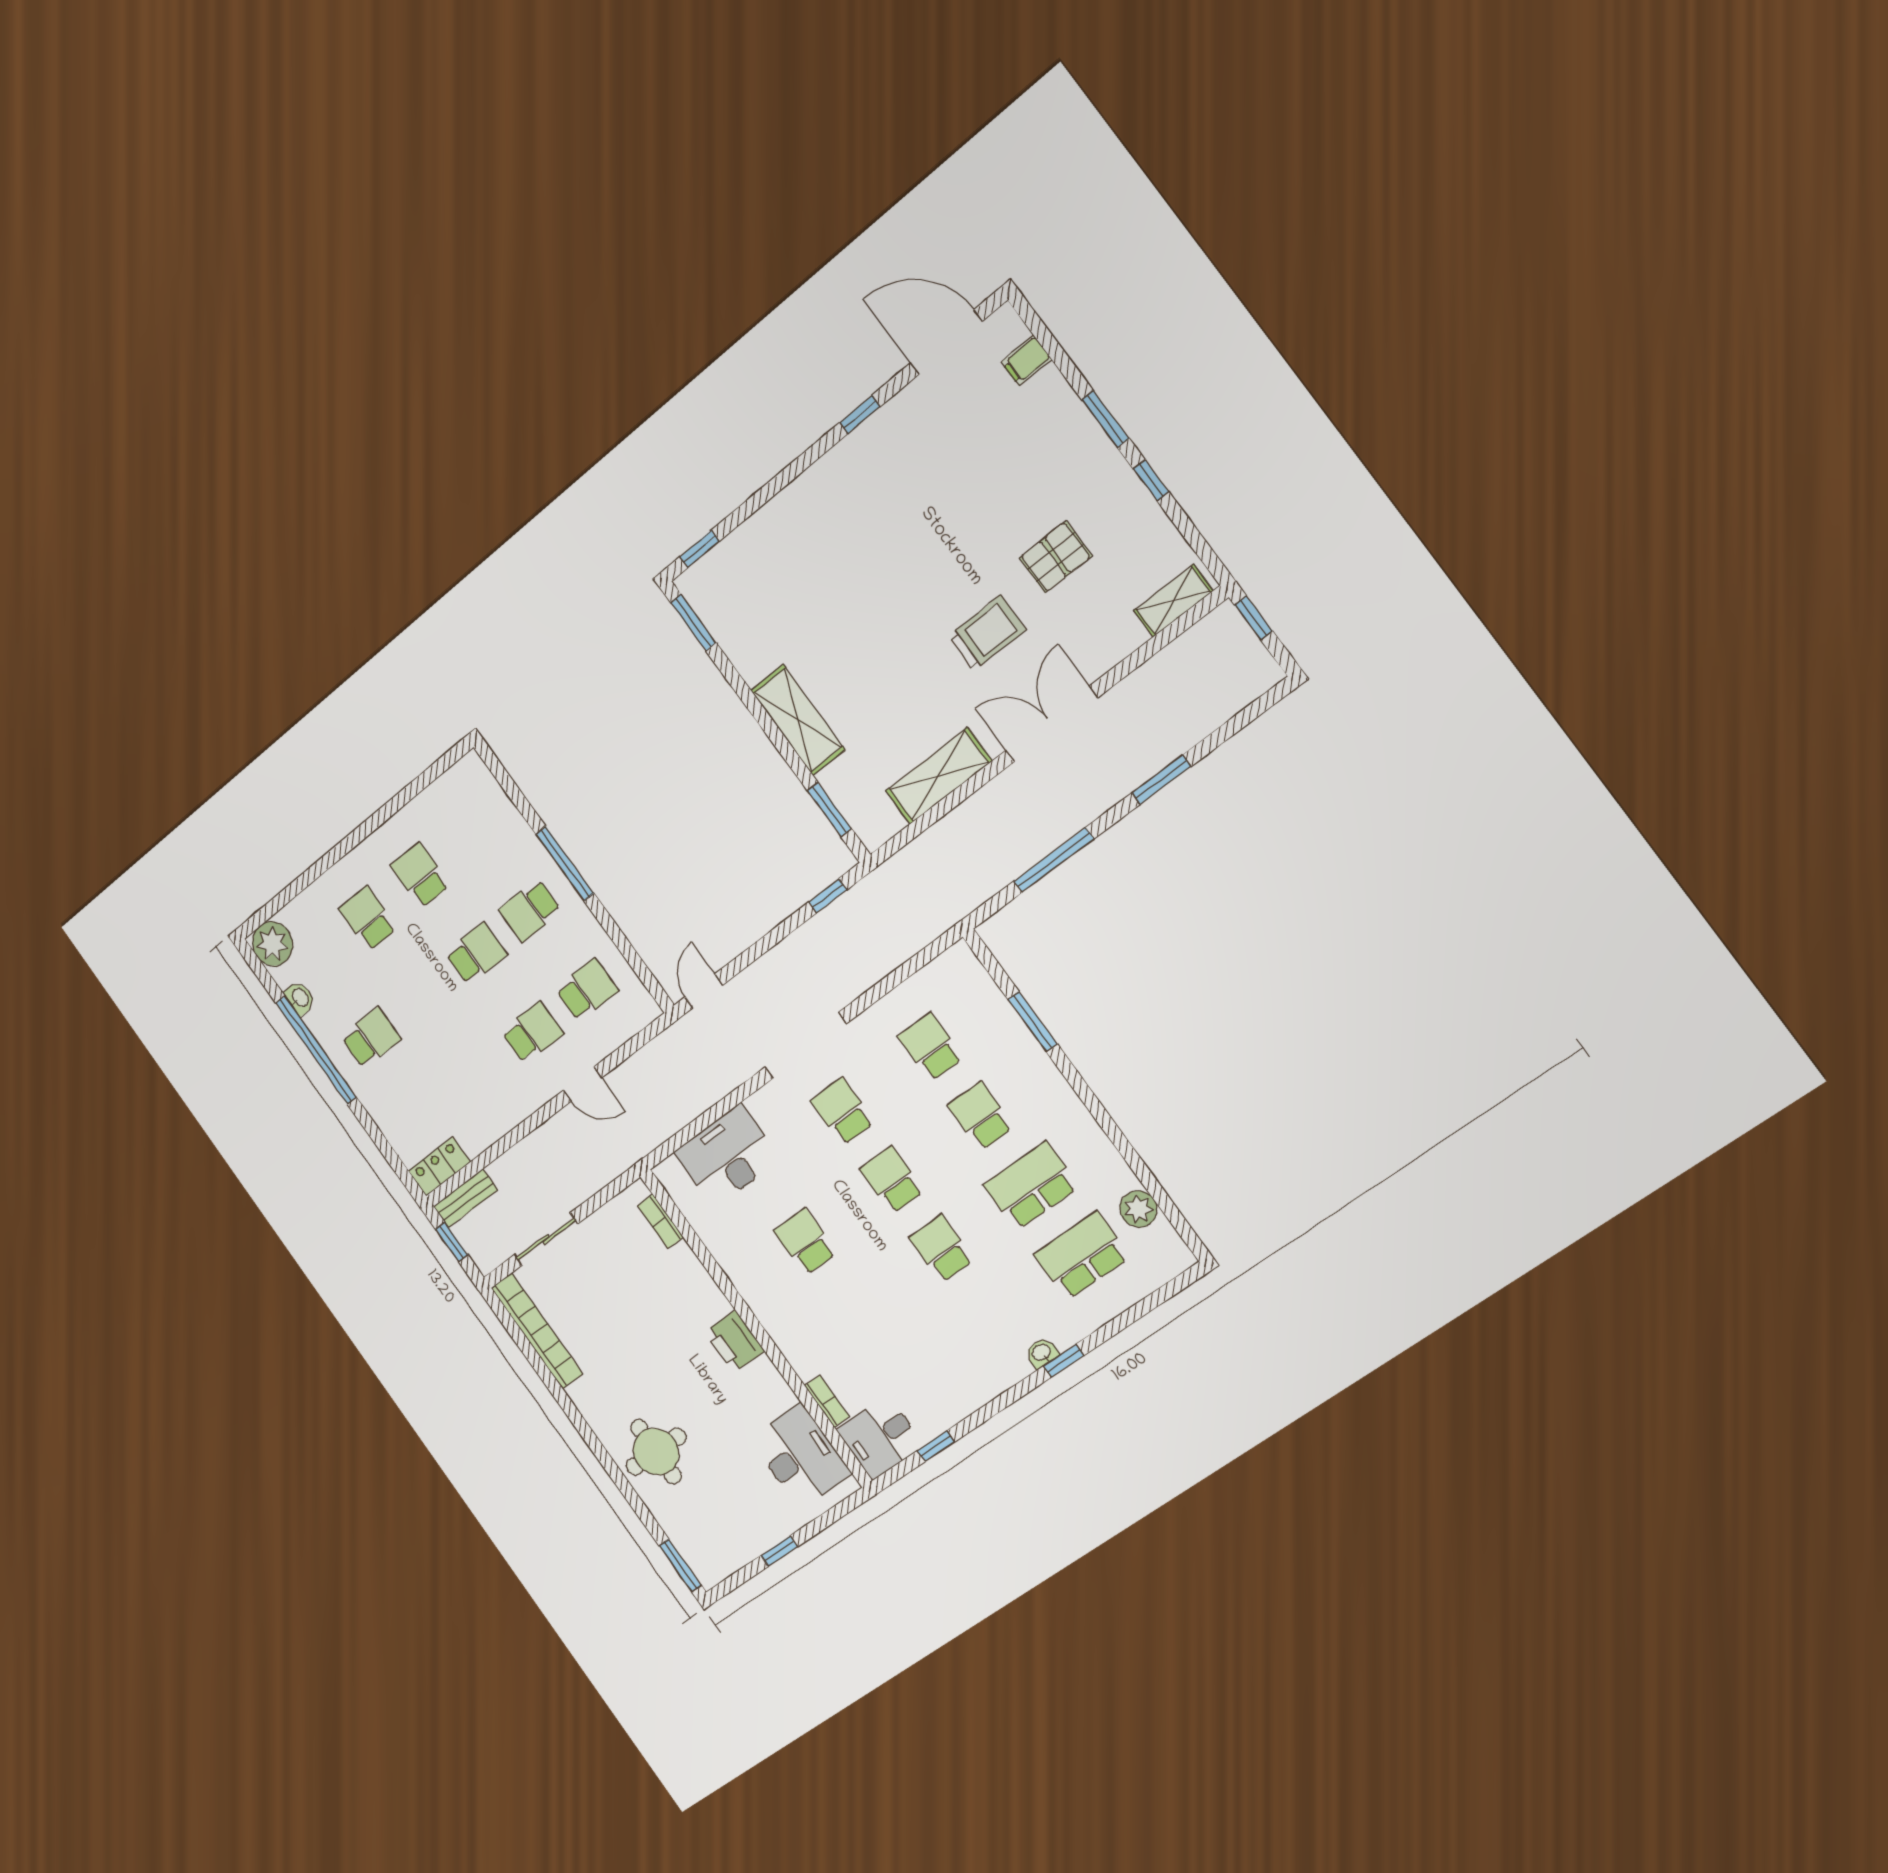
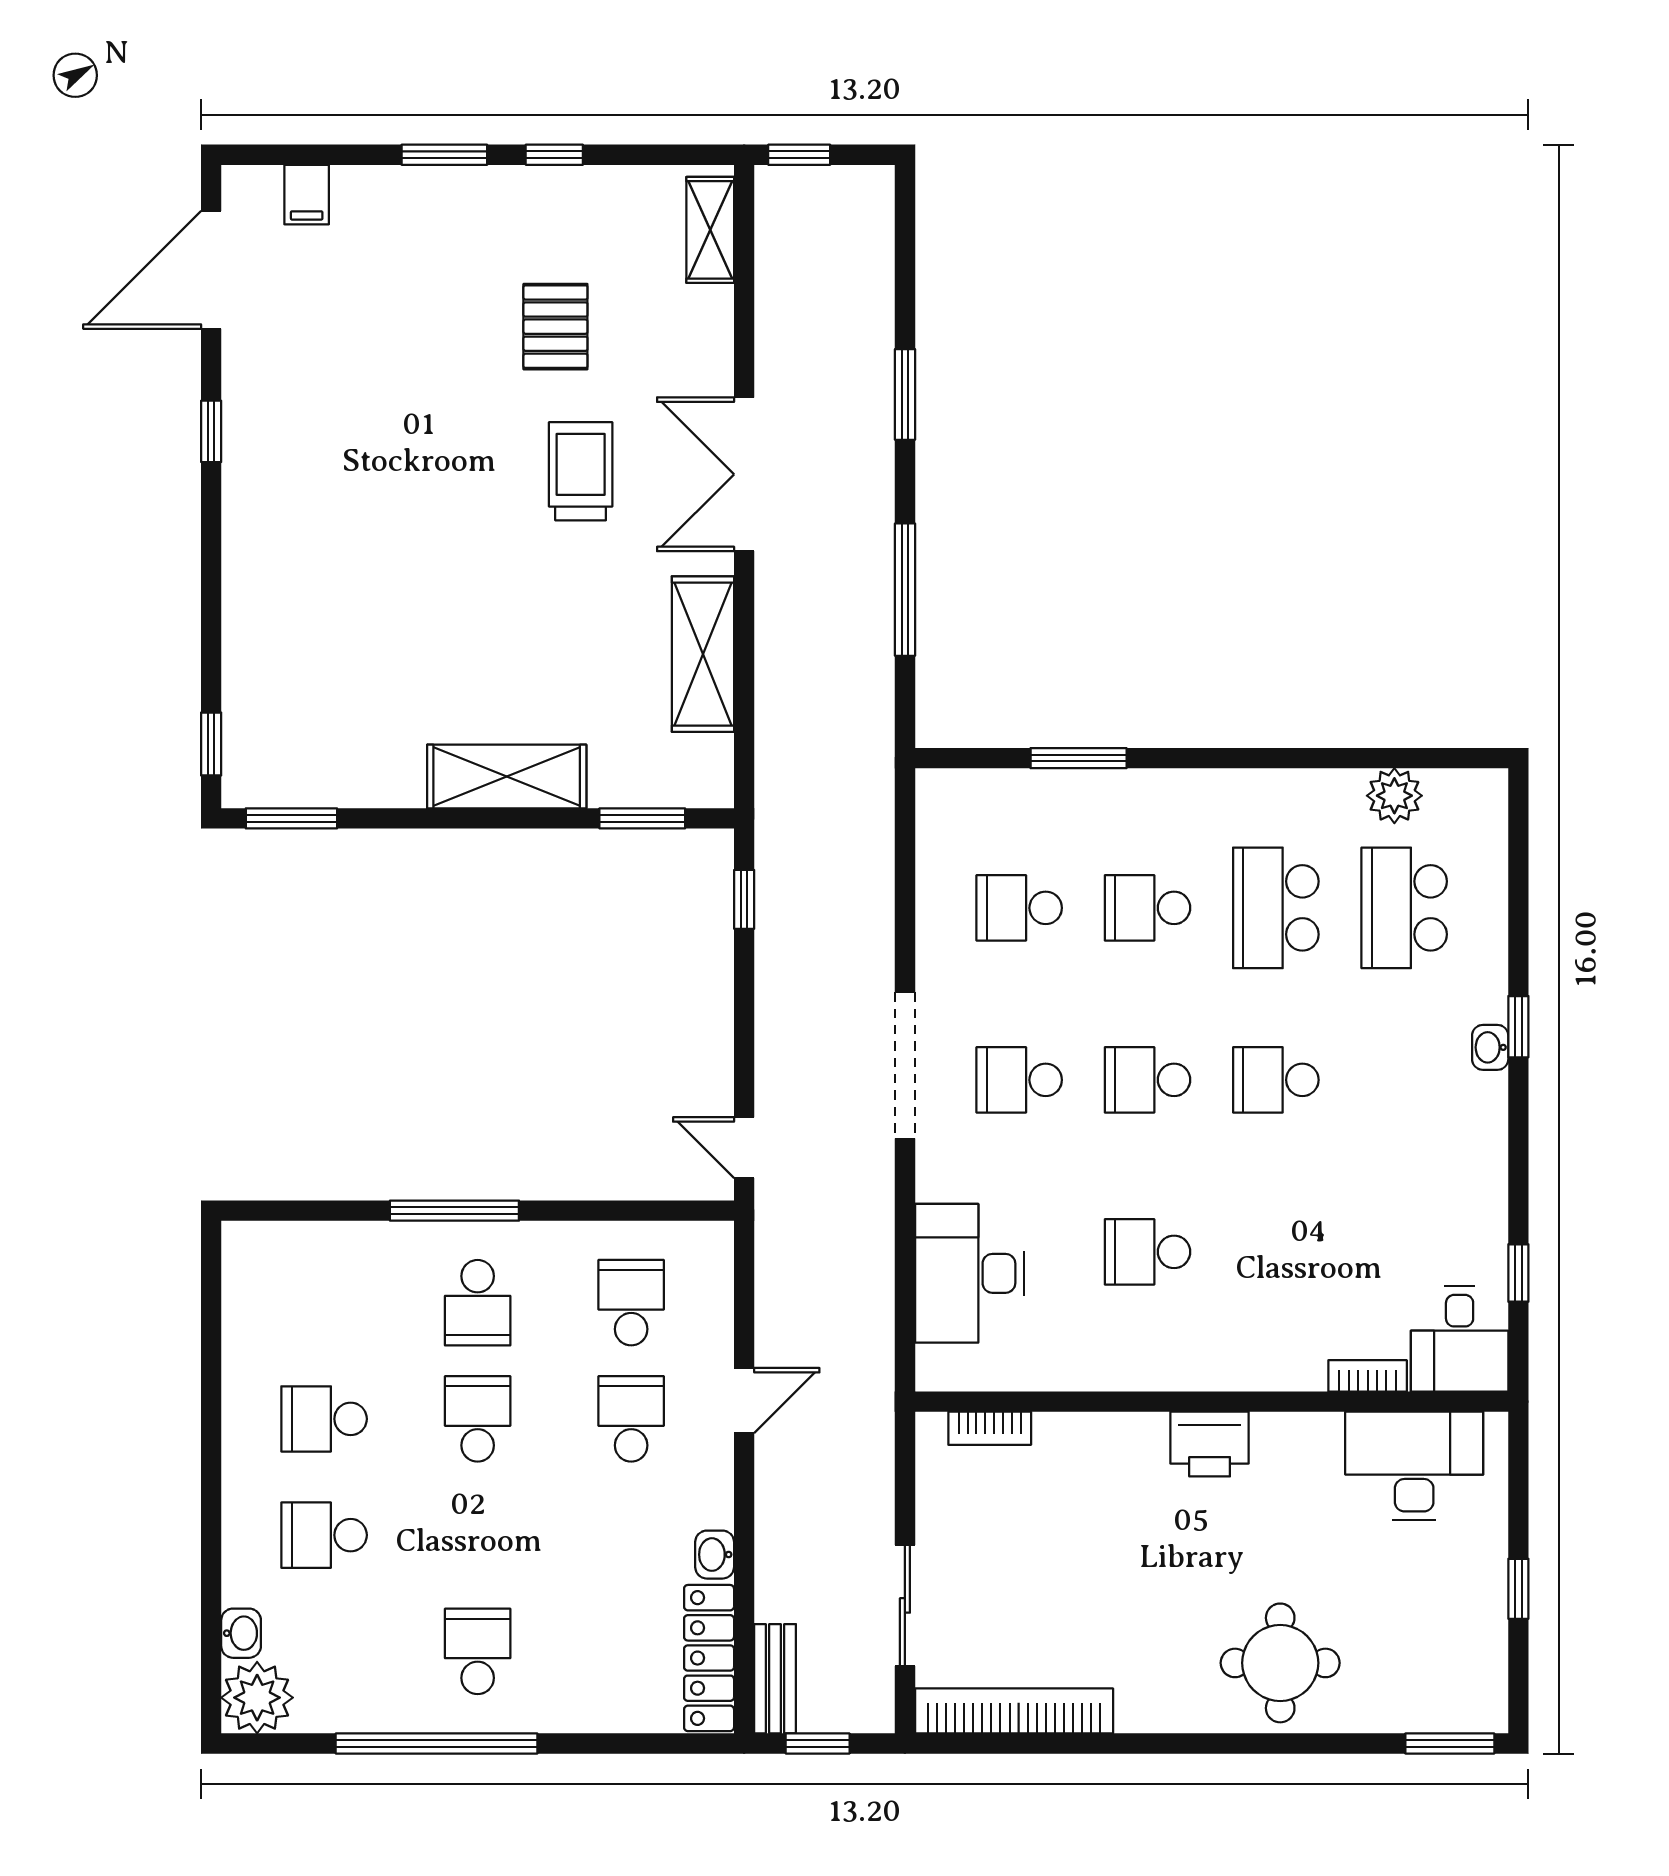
washbasin: (300, 998) -> (241, 1633), moved, turned 90
washbasin: (500, 1124) -> (715, 1555), added
locker: (439, 1166) -> (709, 1658), width x1.53

